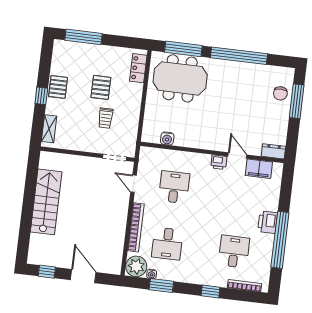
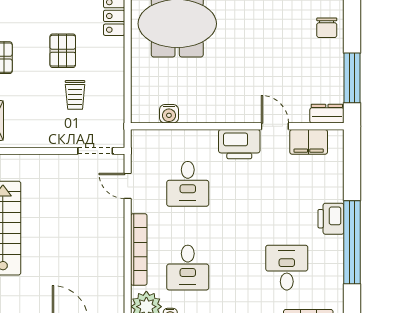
window: (297, 101) -> (352, 78), moved
printer: (219, 162) -> (239, 144), width x1.87, depth x1.48
desk: (174, 187) -> (188, 184), turned 180

